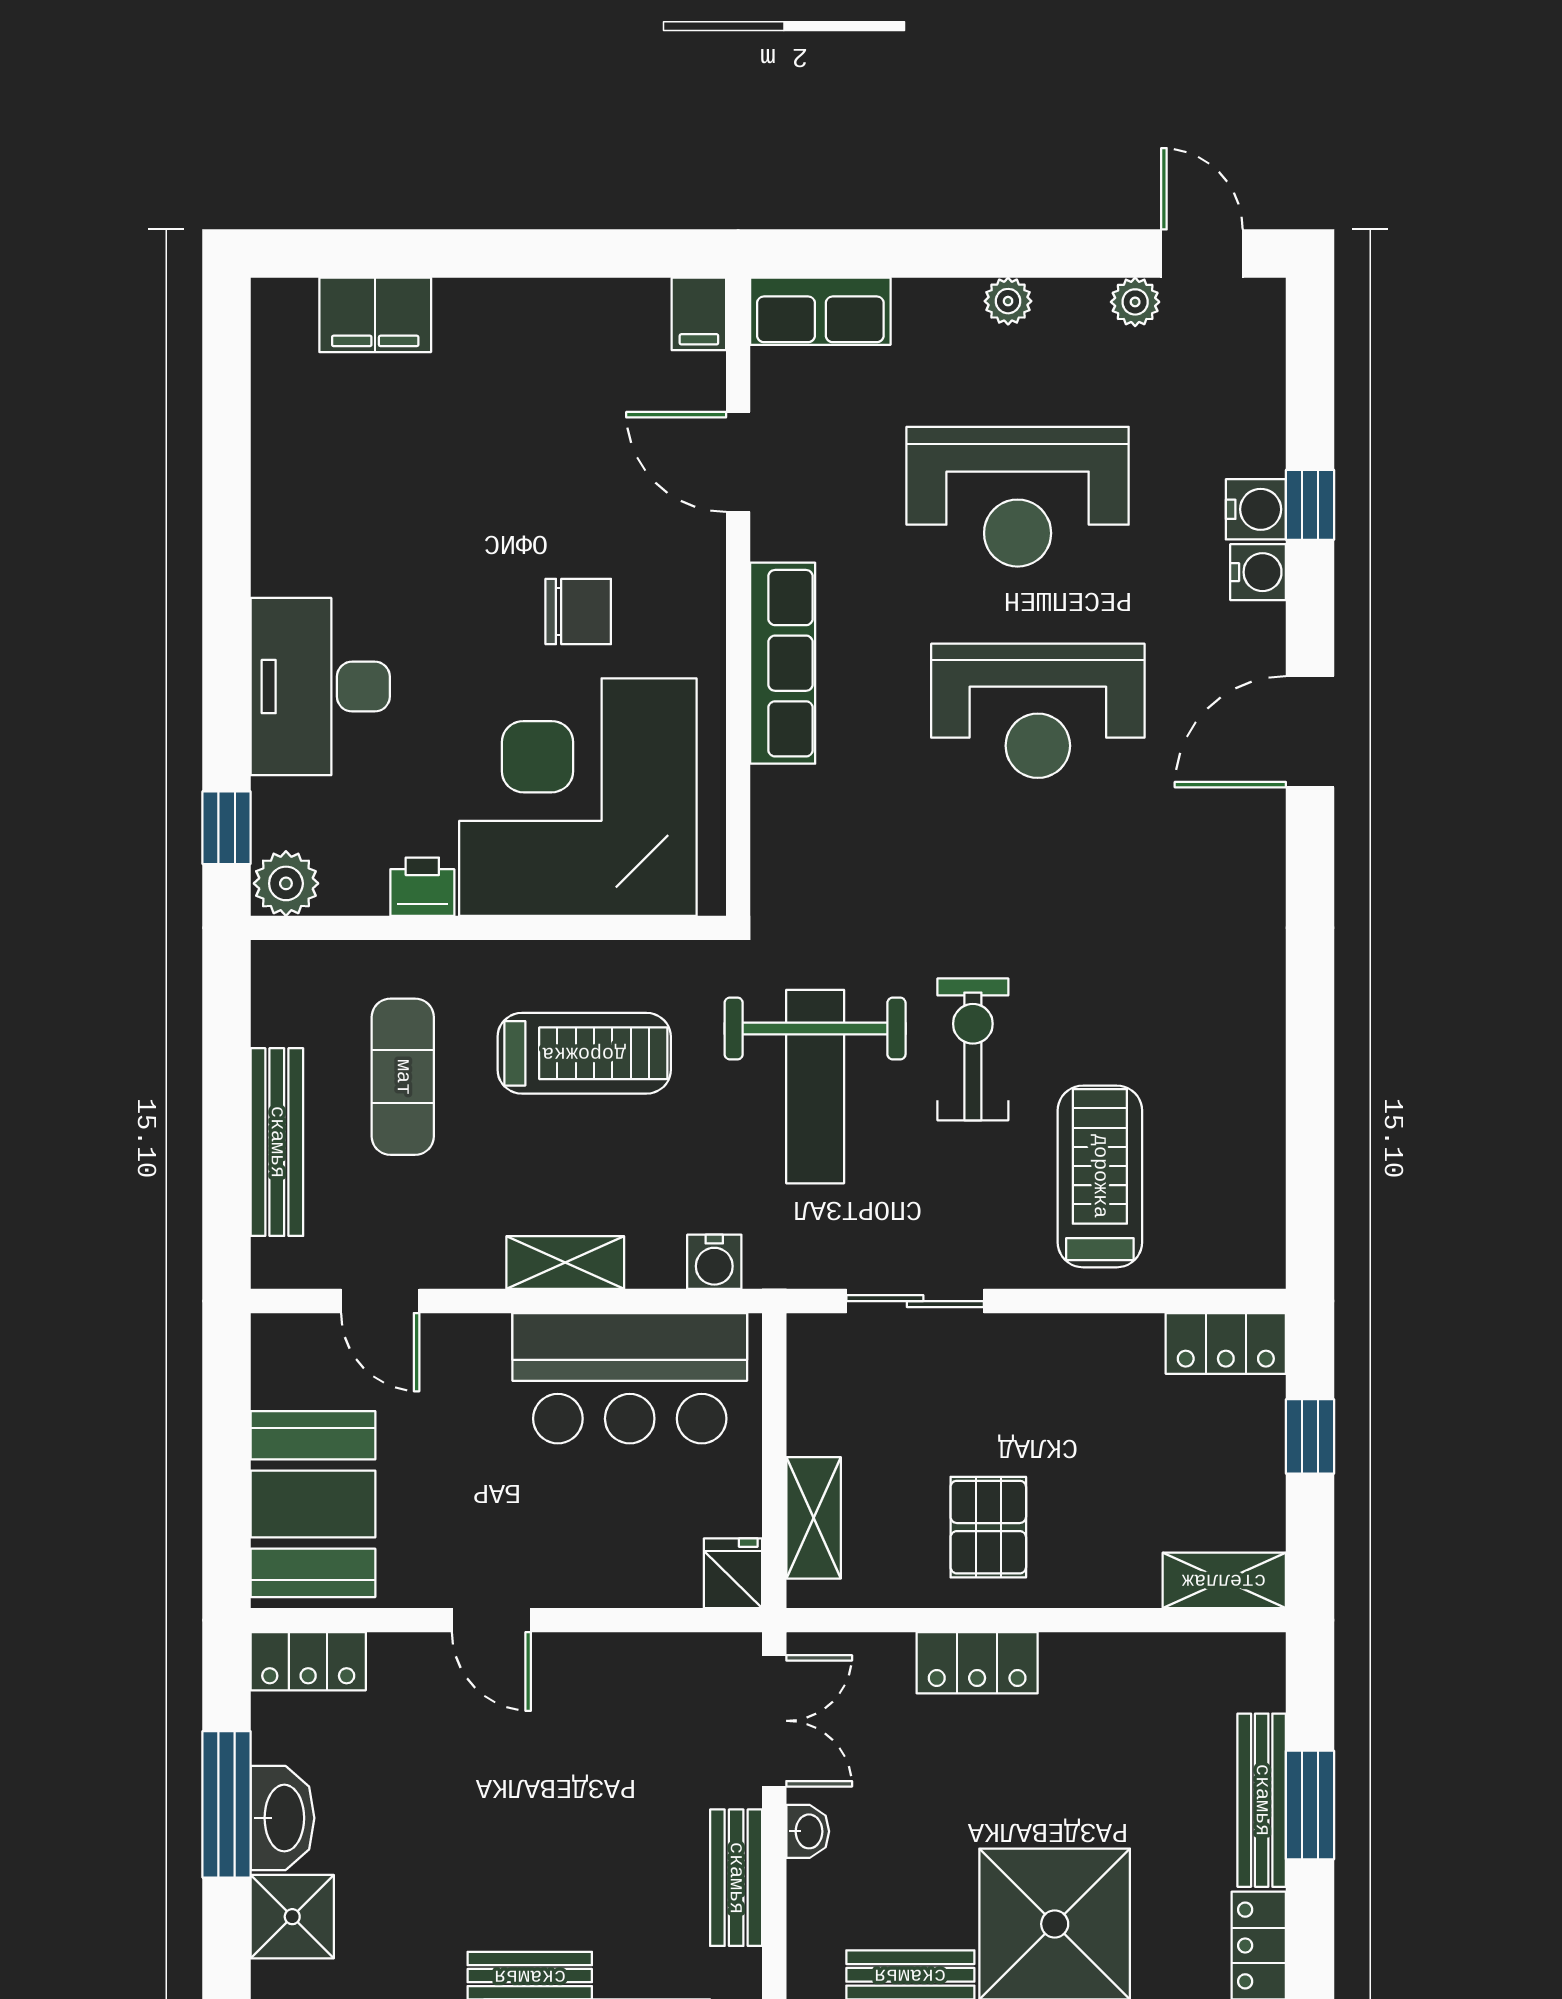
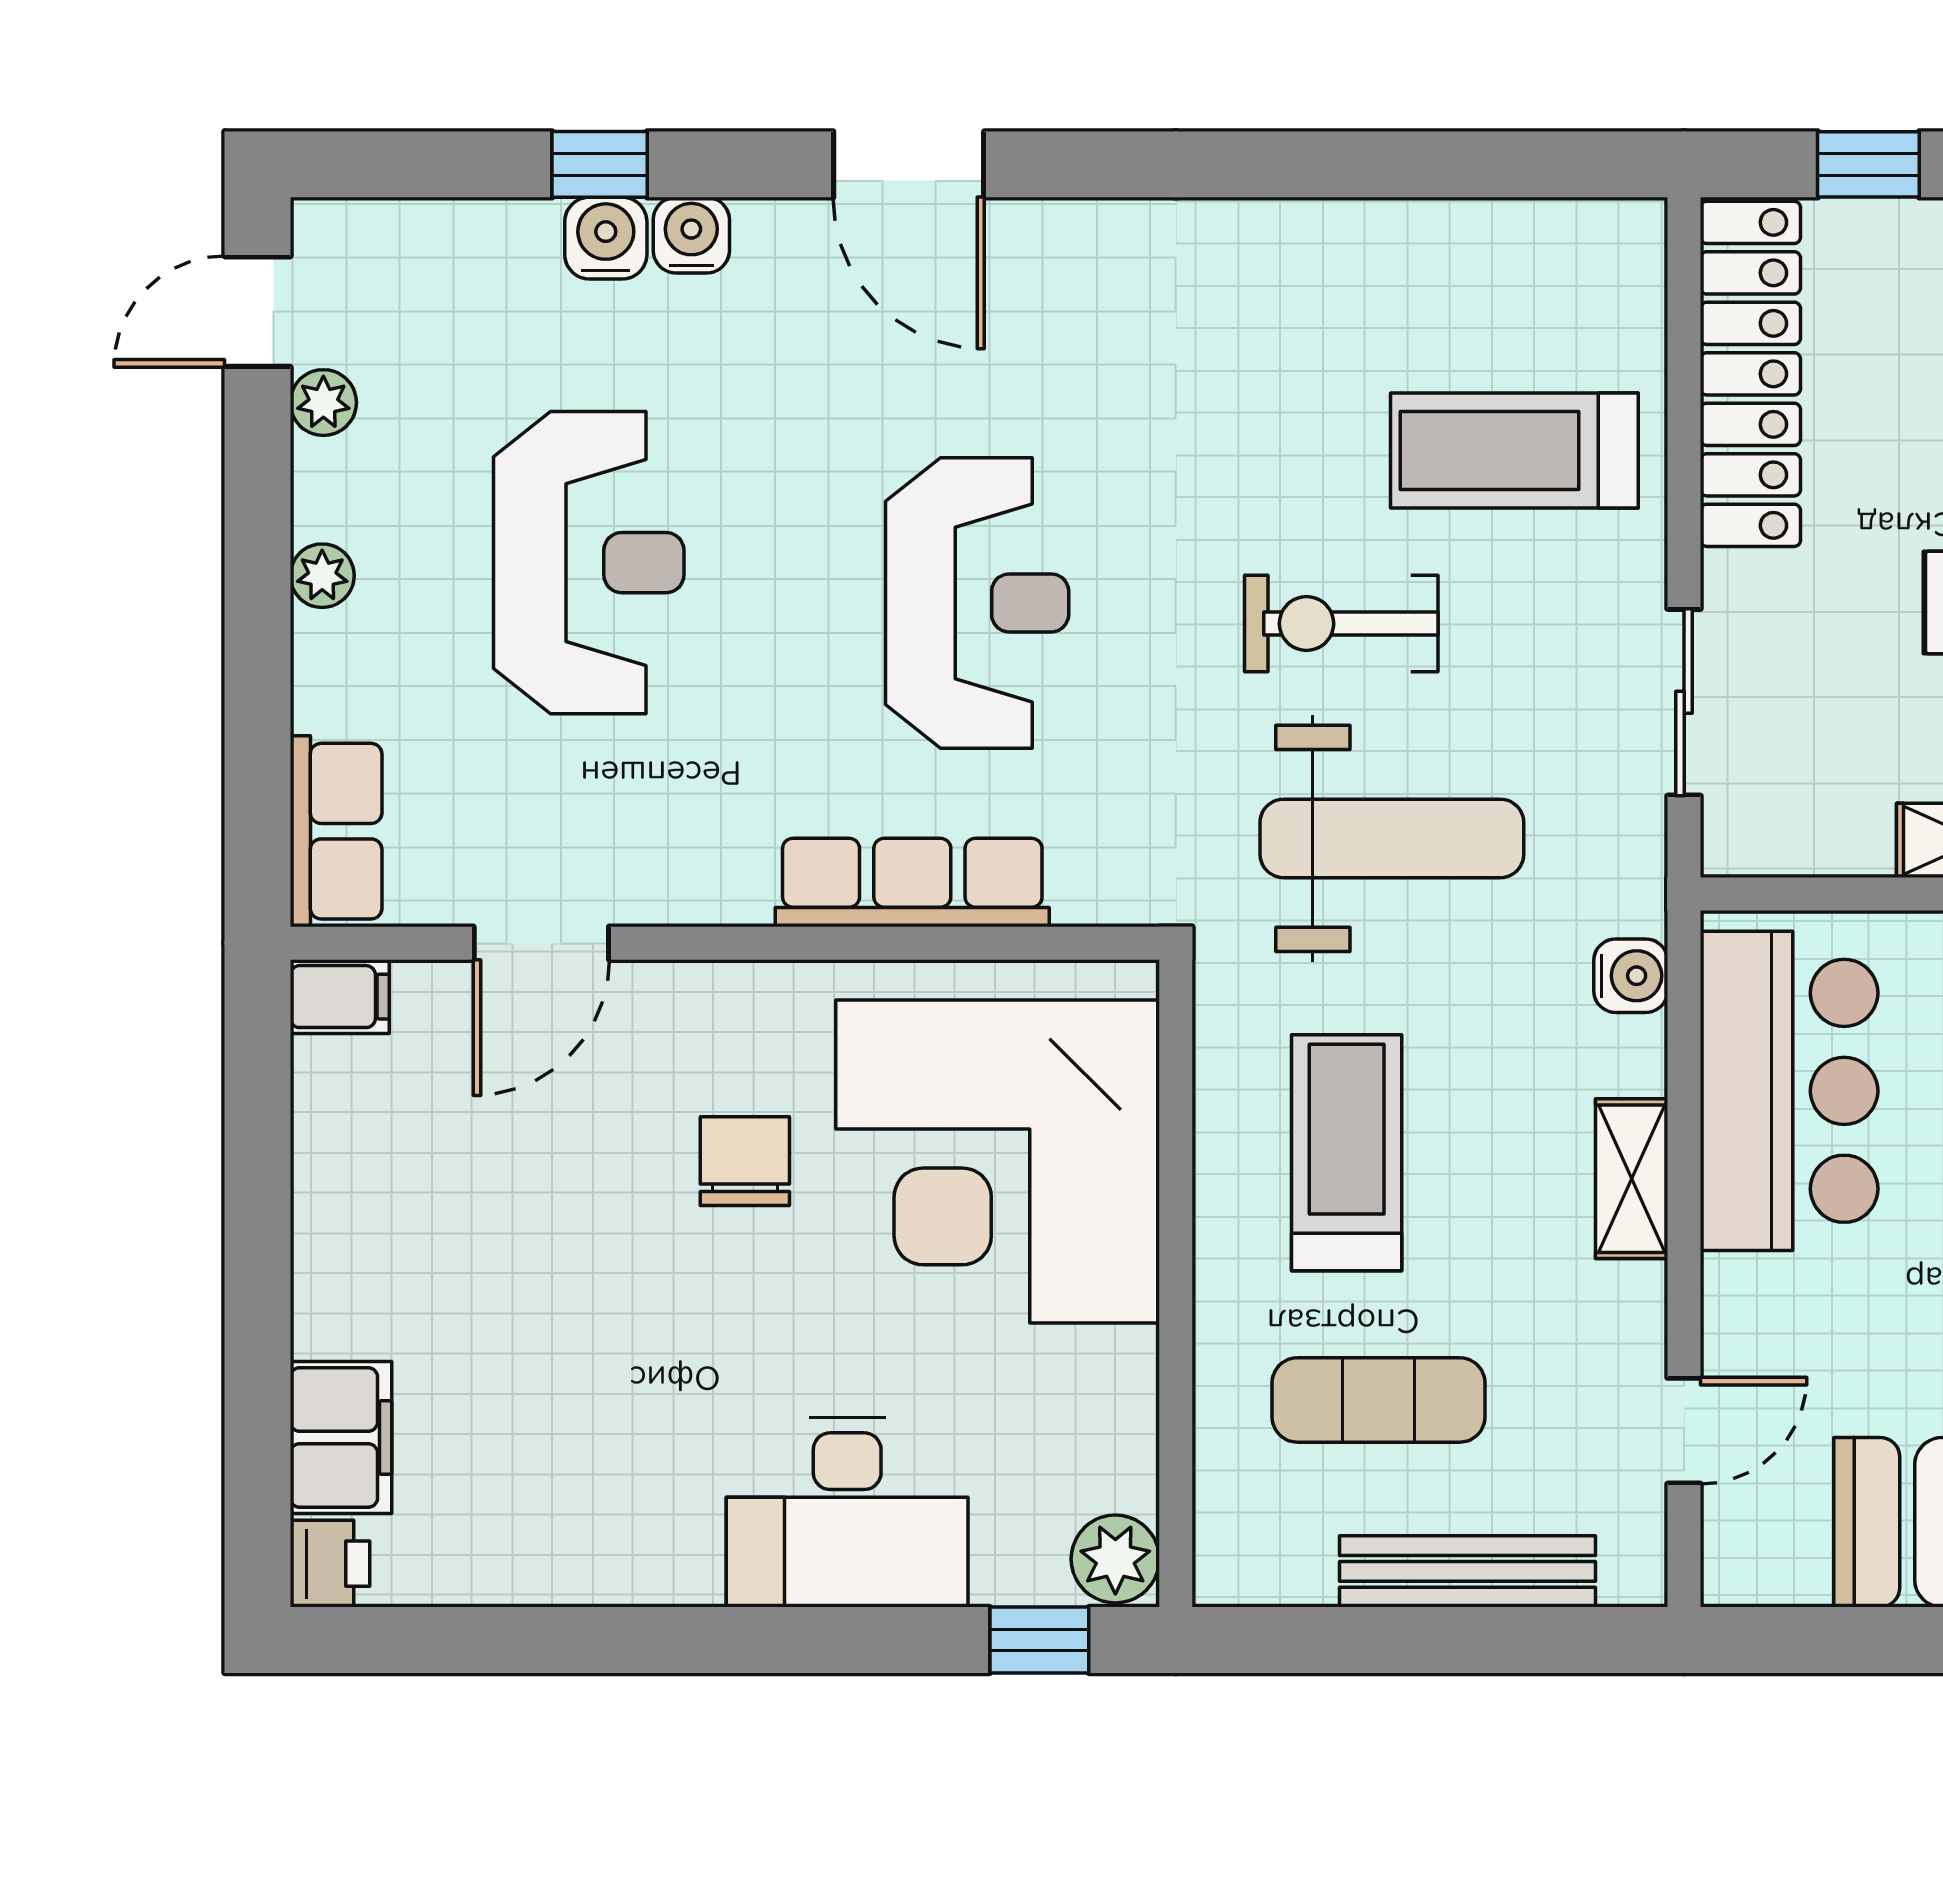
row of seats: (783, 663) -> (912, 882), moved
reception desk: (1038, 711) -> (977, 603), moved
printer: (422, 887) -> (330, 1564), moved, turned 180
locker: (1226, 1343) -> (1750, 374), width x2.16, depth x1.21

